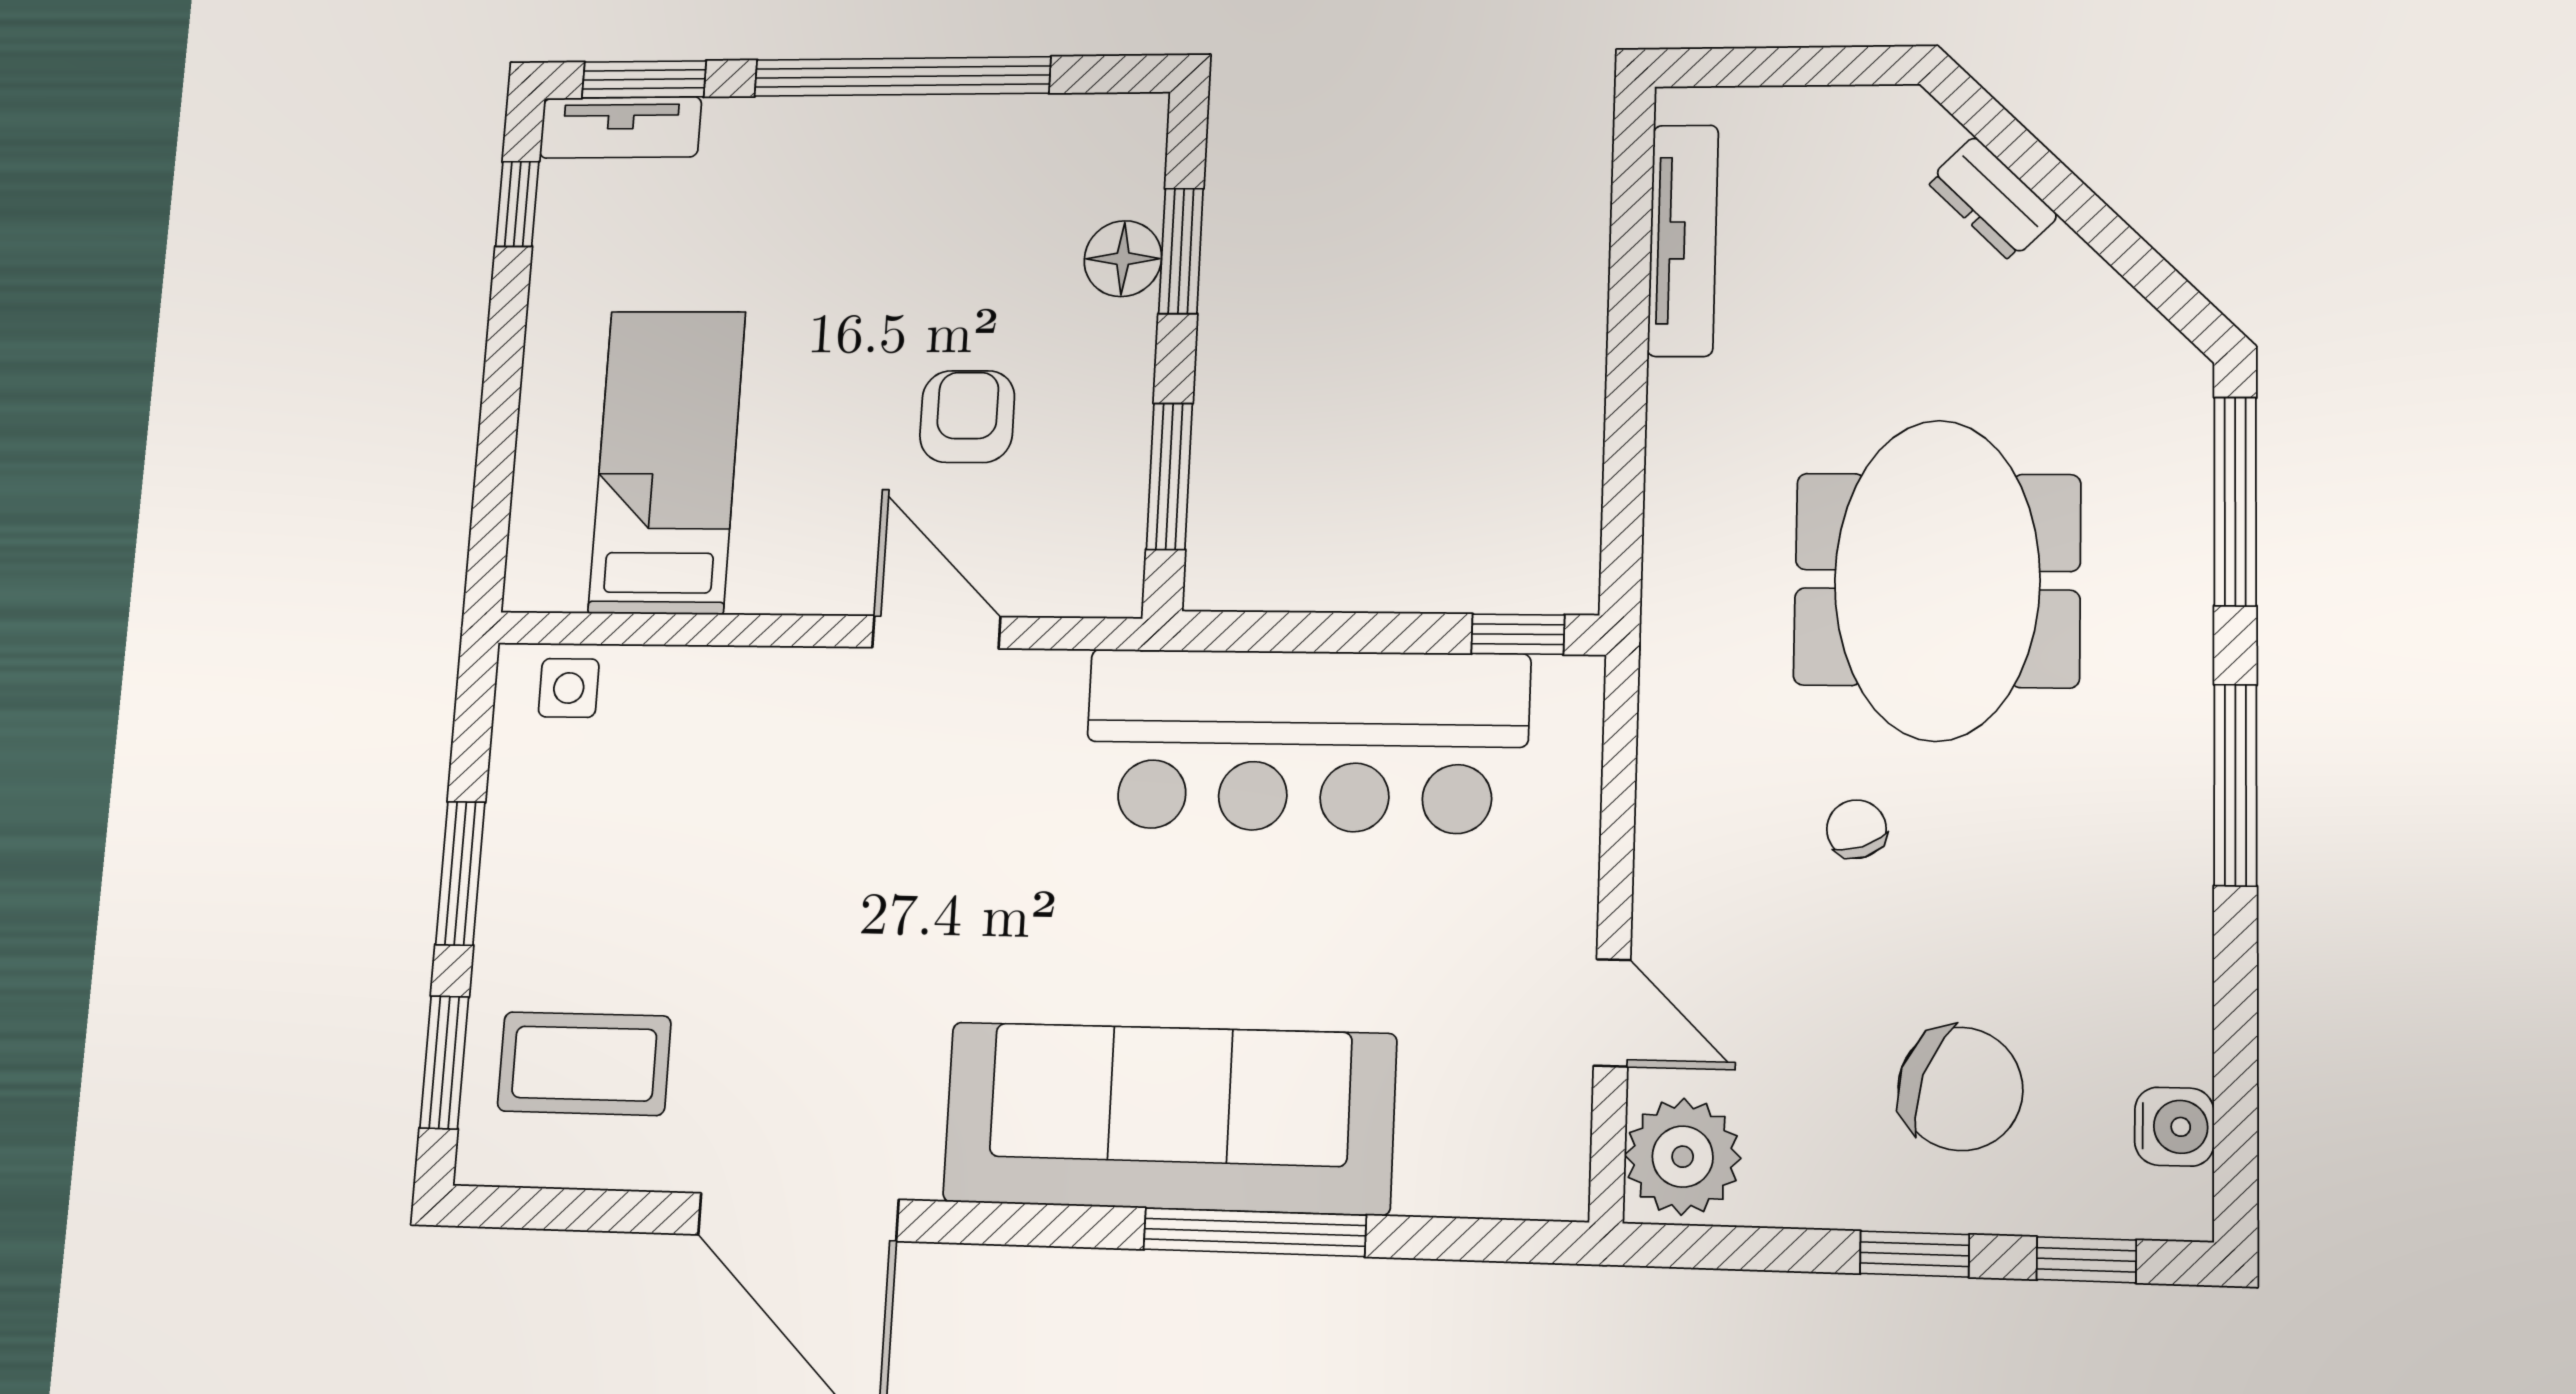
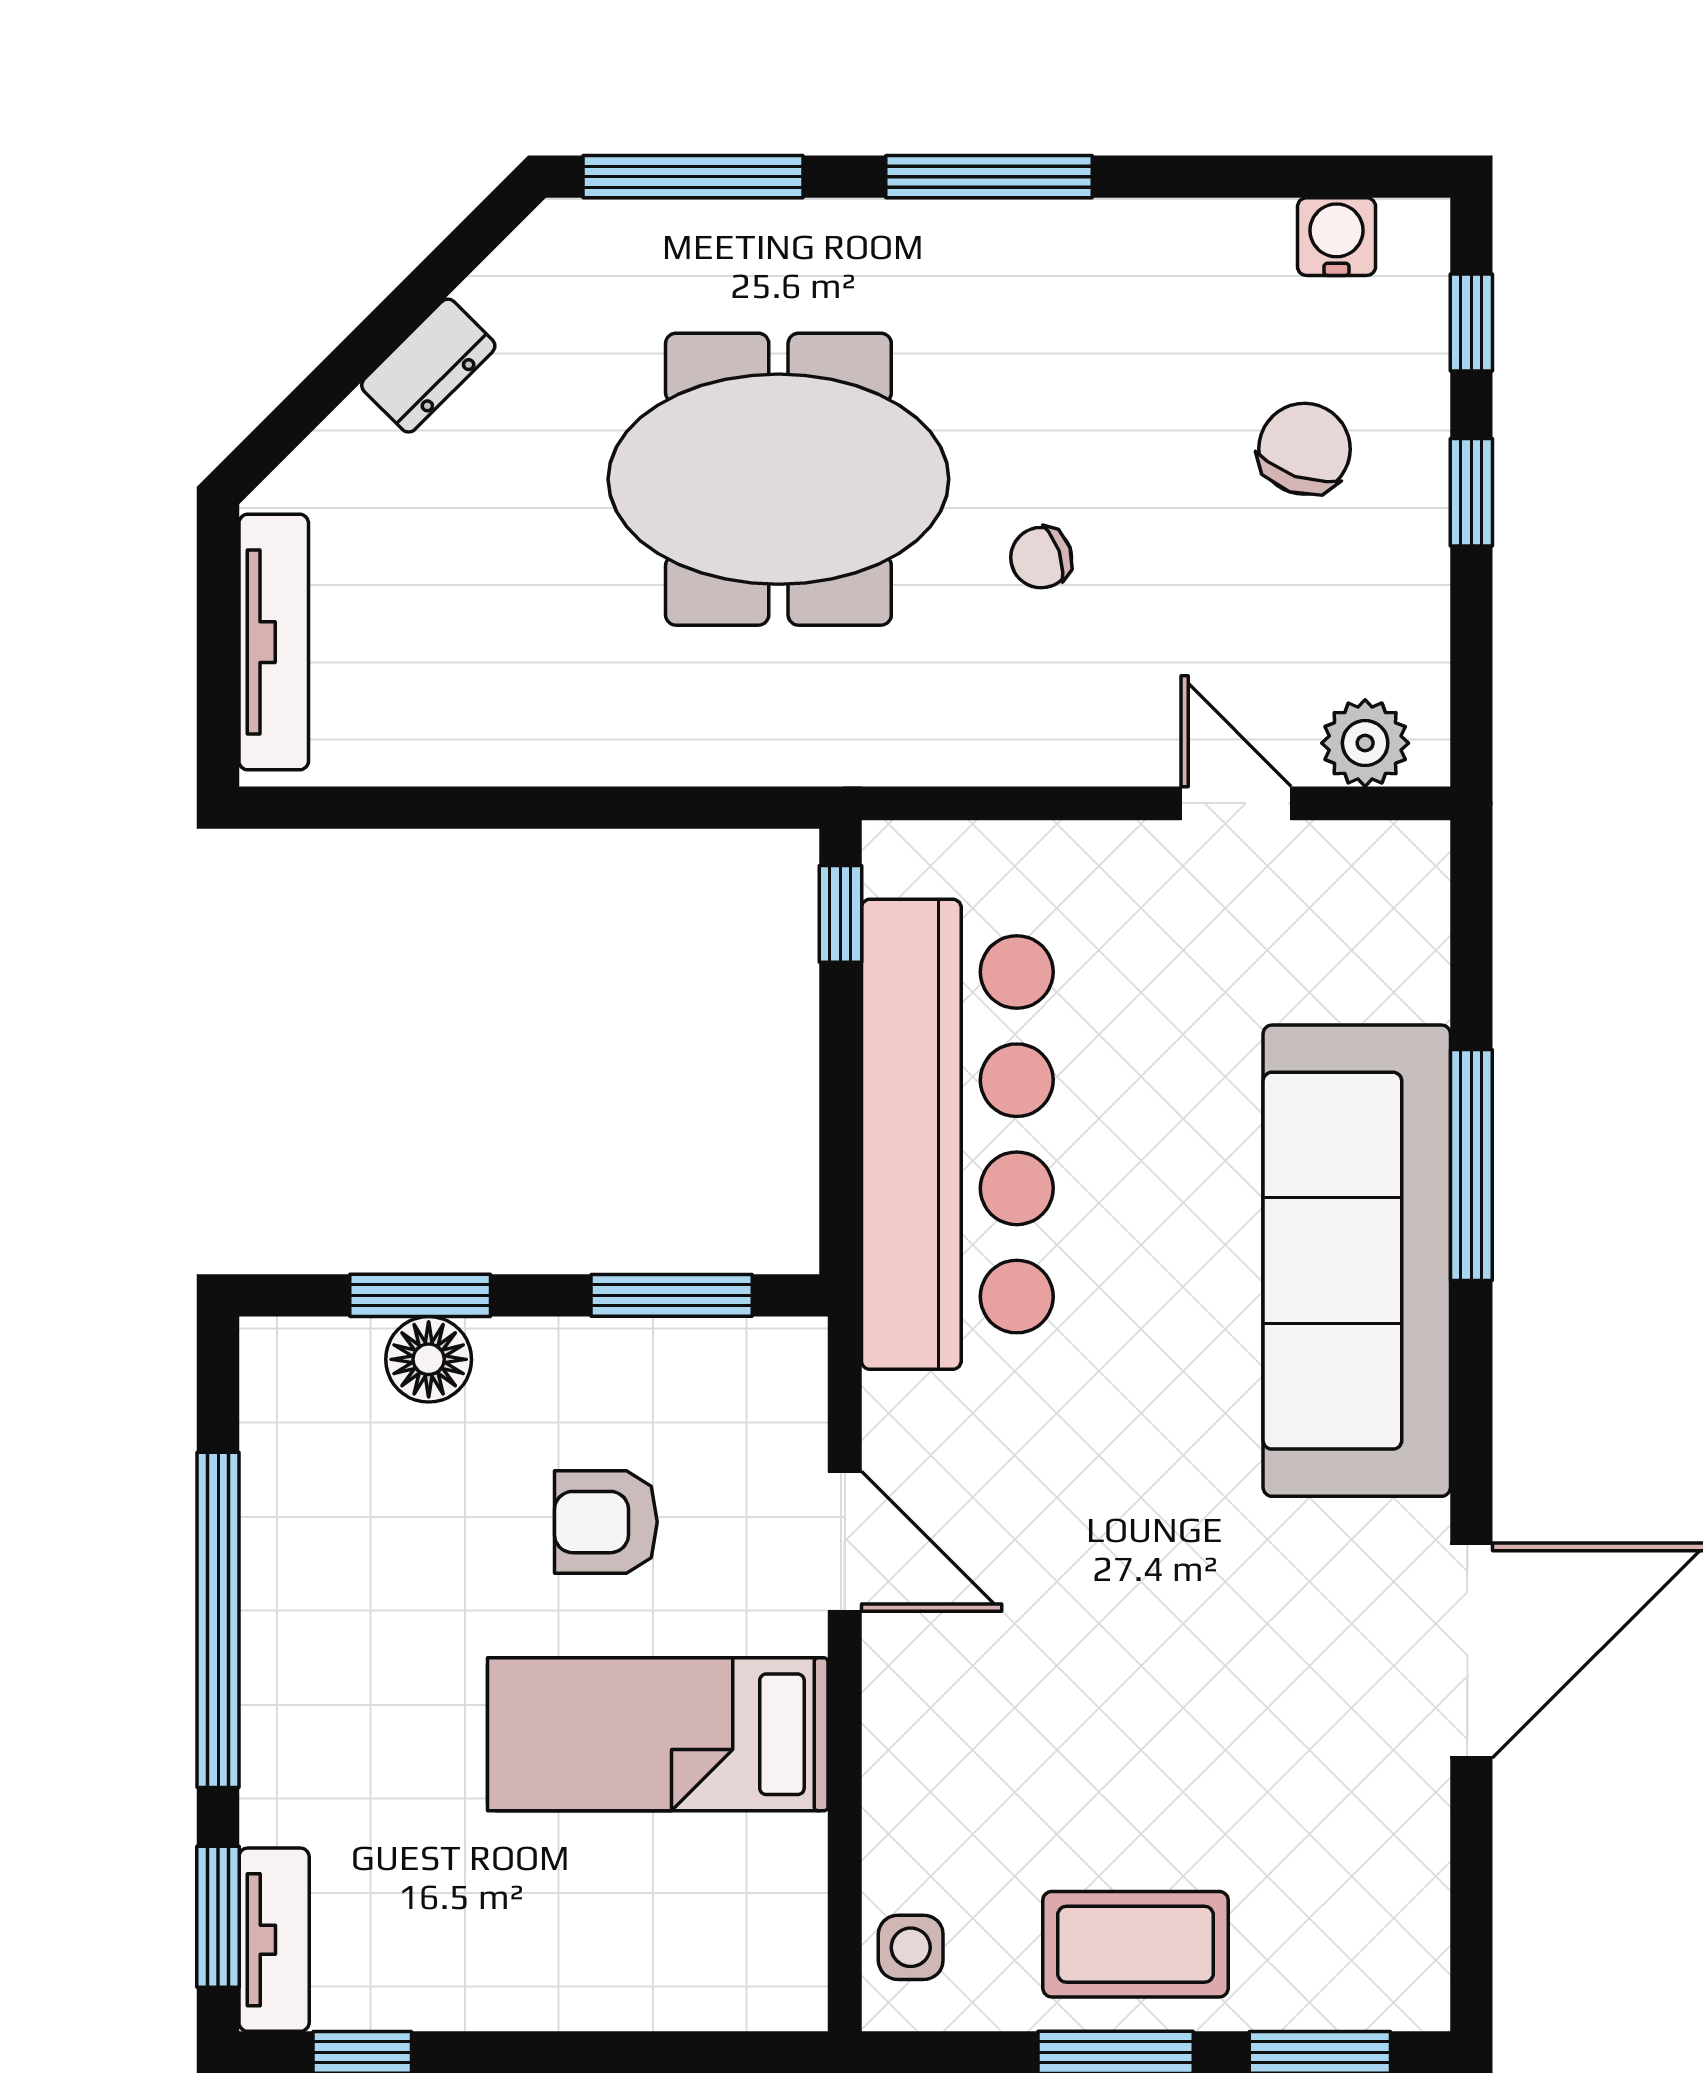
dresser: (1992, 199) -> (428, 366), moved
tv unit: (1683, 240) -> (274, 642), moved, turned 90
bed: (667, 462) -> (658, 1734), moved
door: (936, 632) -> (845, 1541), swing flipped
door: (1612, 1013) -> (1236, 803), hinge flipped
coffee table: (584, 1064) -> (1136, 1944), moved, turned 90
chair: (1960, 1089) -> (1304, 449), width x0.73, depth x0.73
plant: (1683, 1157) -> (1365, 743), width x0.73, depth x0.73

